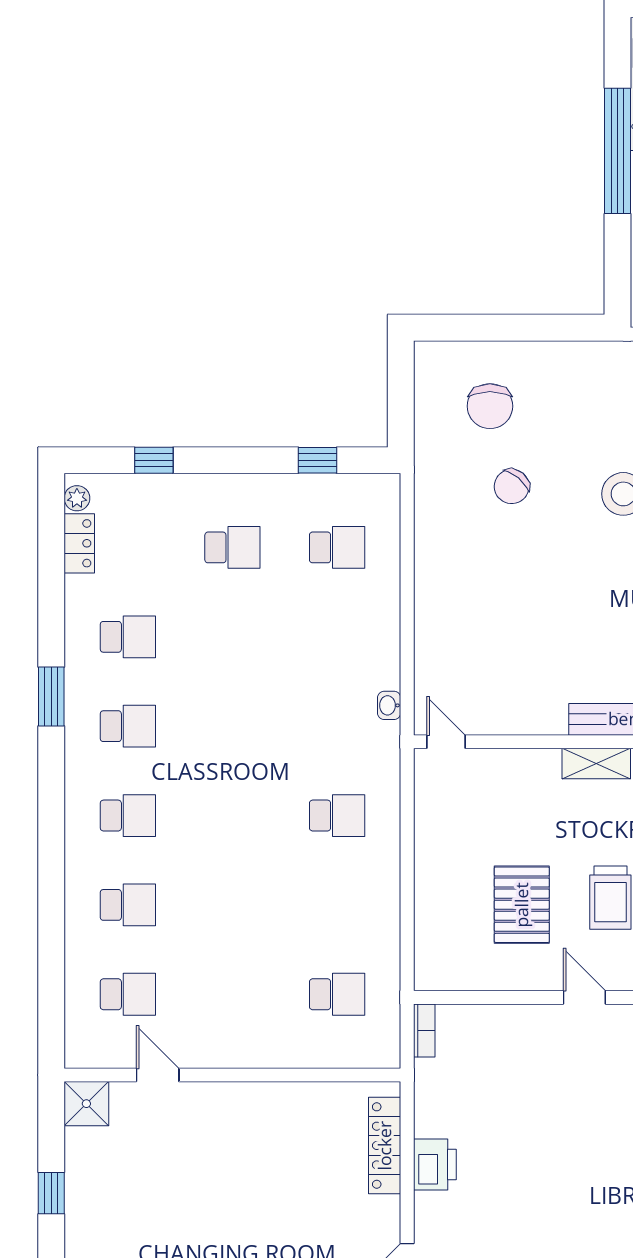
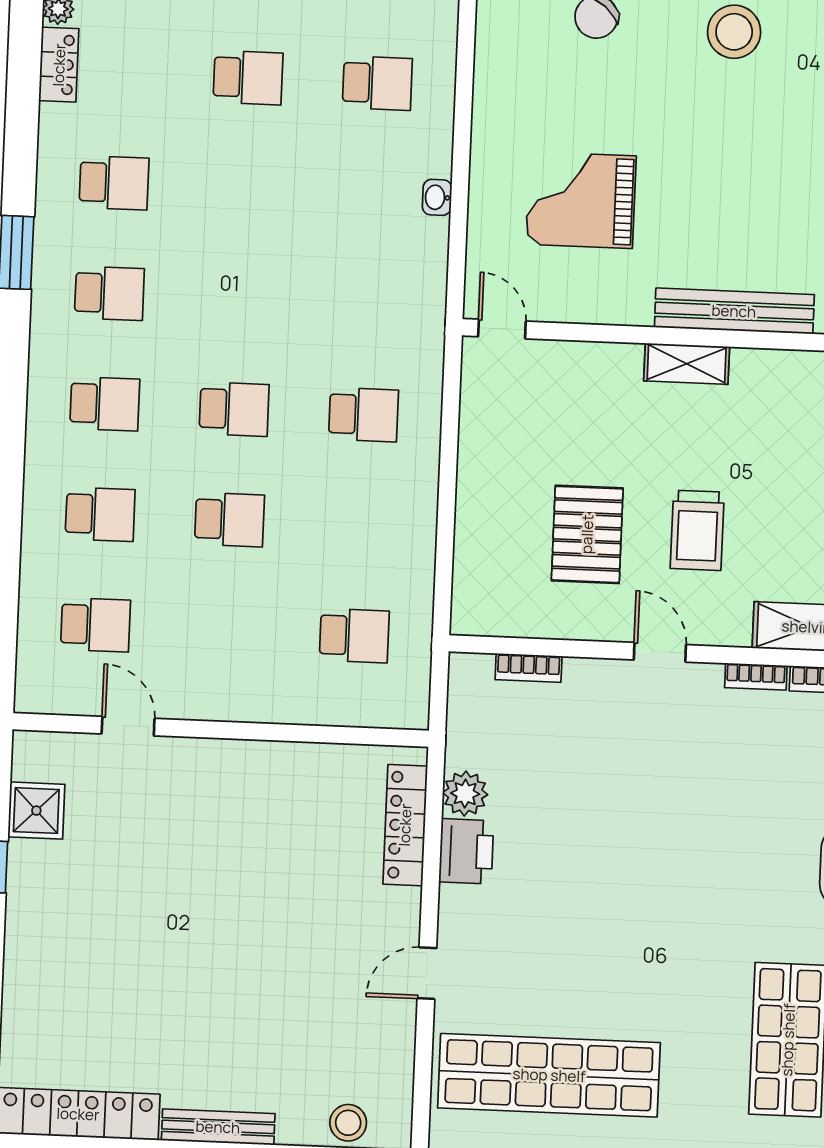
grand piano: (505, 635) -> (581, 200), added
washbasin: (389, 705) -> (437, 197), moved
school desk: (232, 816) -> (234, 409), added
school desk: (232, 905) -> (229, 520), added
bookcase: (424, 1030) -> (529, 668), moved, turned 90
shower: (86, 1104) -> (36, 811), moved
plant: (432, 1118) -> (465, 794), added

